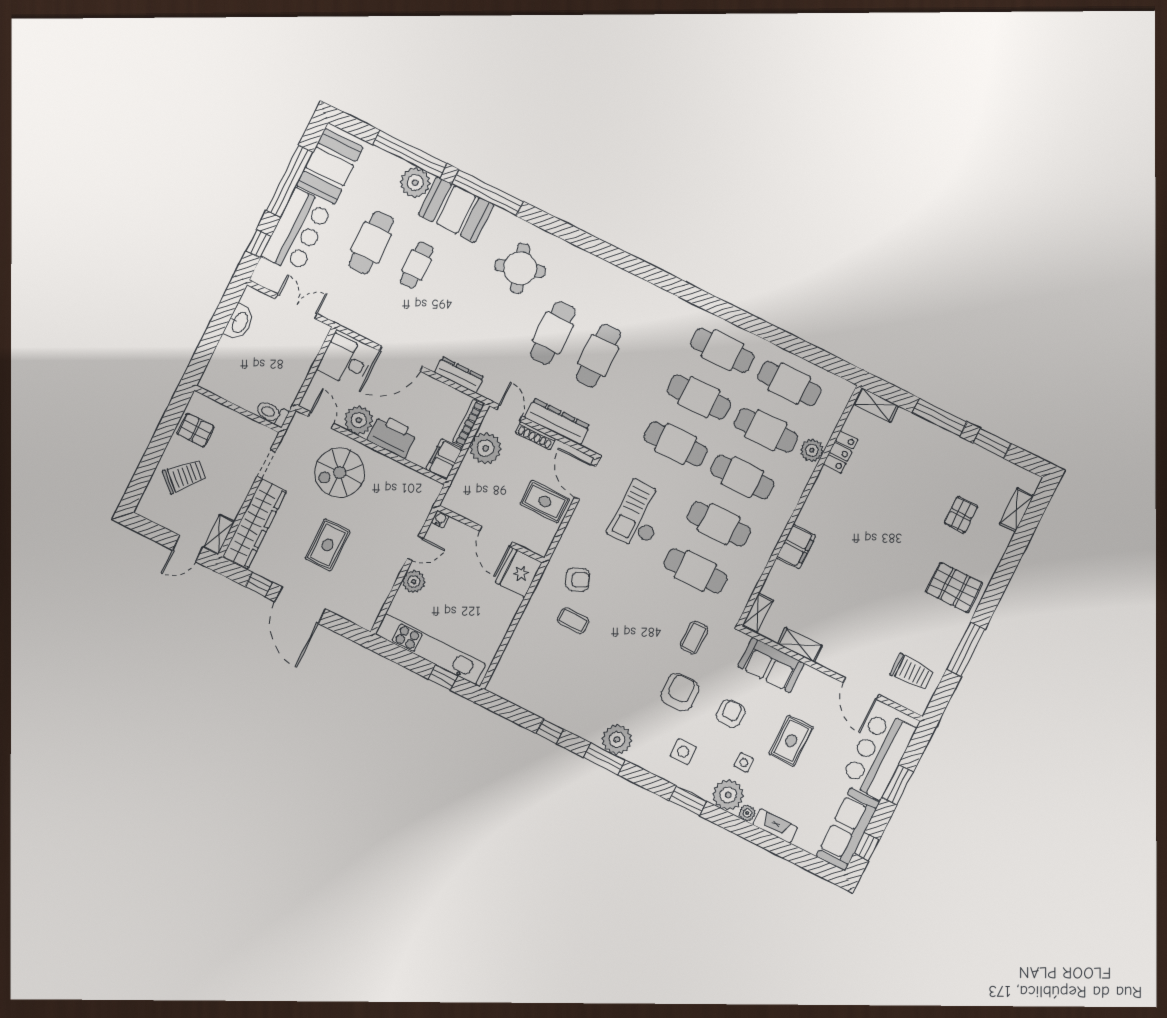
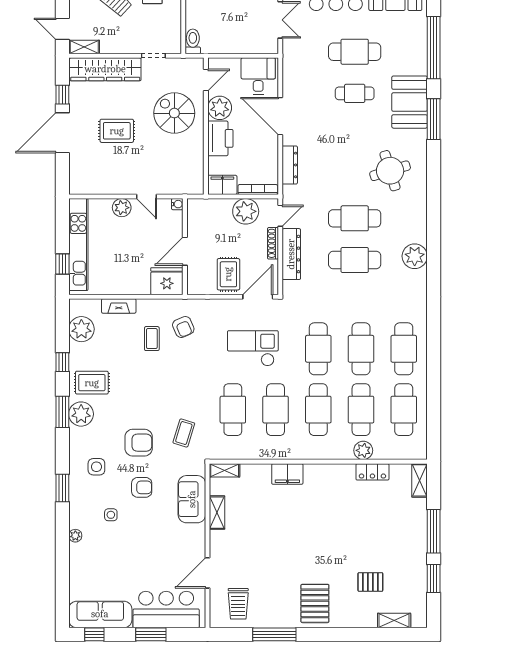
plant: (415, 183) -> (415, 256), moved
window: (488, 193) -> (434, 119), width x0.68
coffee table: (694, 637) -> (184, 433), turned -73
rug: (791, 741) -> (92, 383), moved
plant: (728, 795) -> (81, 329), moved
fireplace: (775, 826) -> (119, 306), moved, turned 90

